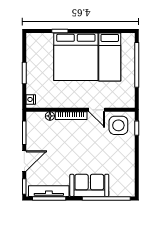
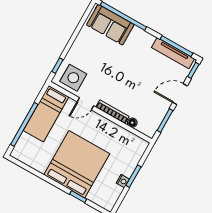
bed: (110, 57) -> (46, 114), moved, turned 180
nightstand: (31, 99) -> (123, 181), moved
door: (97, 110) -> (85, 104), swing flipped
sofa: (89, 185) -> (110, 25), moved

